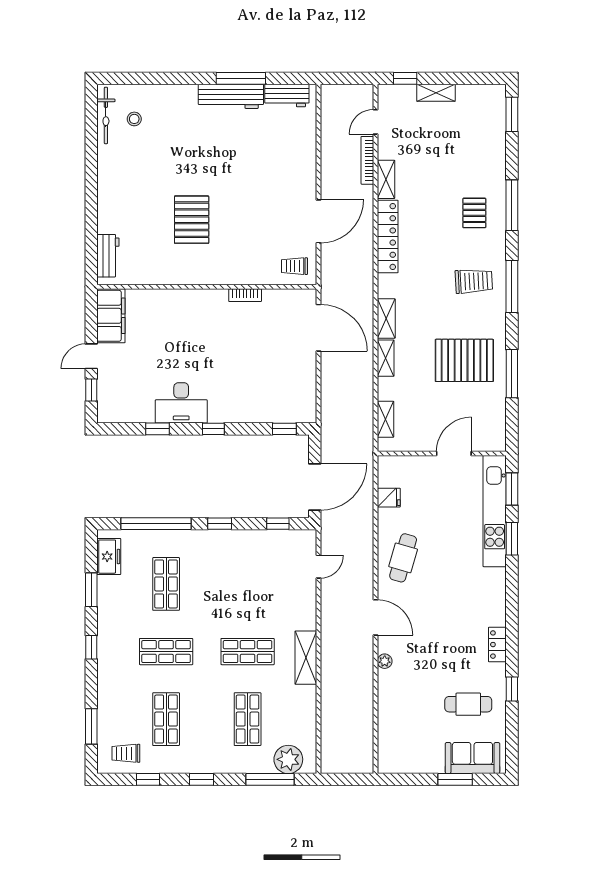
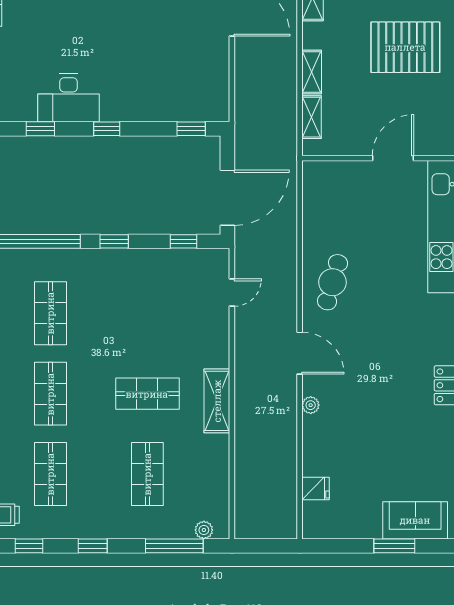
shelving: (386, 358) -> (312, 72), moved
fridge: (389, 498) -> (315, 488), moved
shop shelf: (166, 652) -> (50, 394), turned 90
cafe table: (468, 704) -> (410, 456), removed
plant: (288, 759) -> (204, 530), width x0.53, depth x0.53

